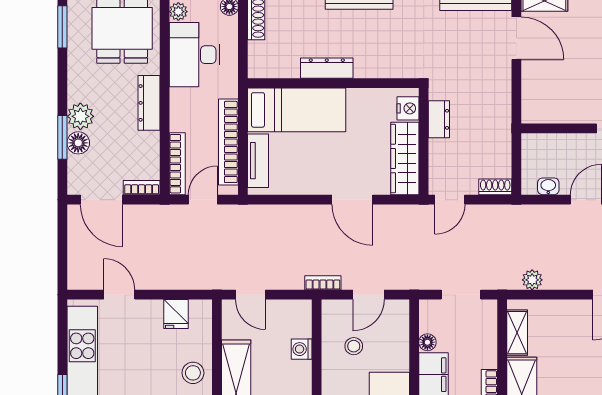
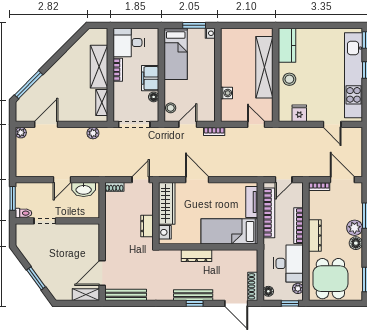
door: (516, 38) -> (102, 273), hinge flipped
dresser: (327, 68) -> (197, 256), moved
floor lamp: (78, 143) -> (356, 243), moved
bookcase: (177, 164) -> (299, 226), moved
washbasin: (548, 186) -> (84, 189), width x1.91, depth x1.45
doorway: (461, 295) -> (134, 124), width x1.38
stool: (354, 346) -> (171, 108), moved

